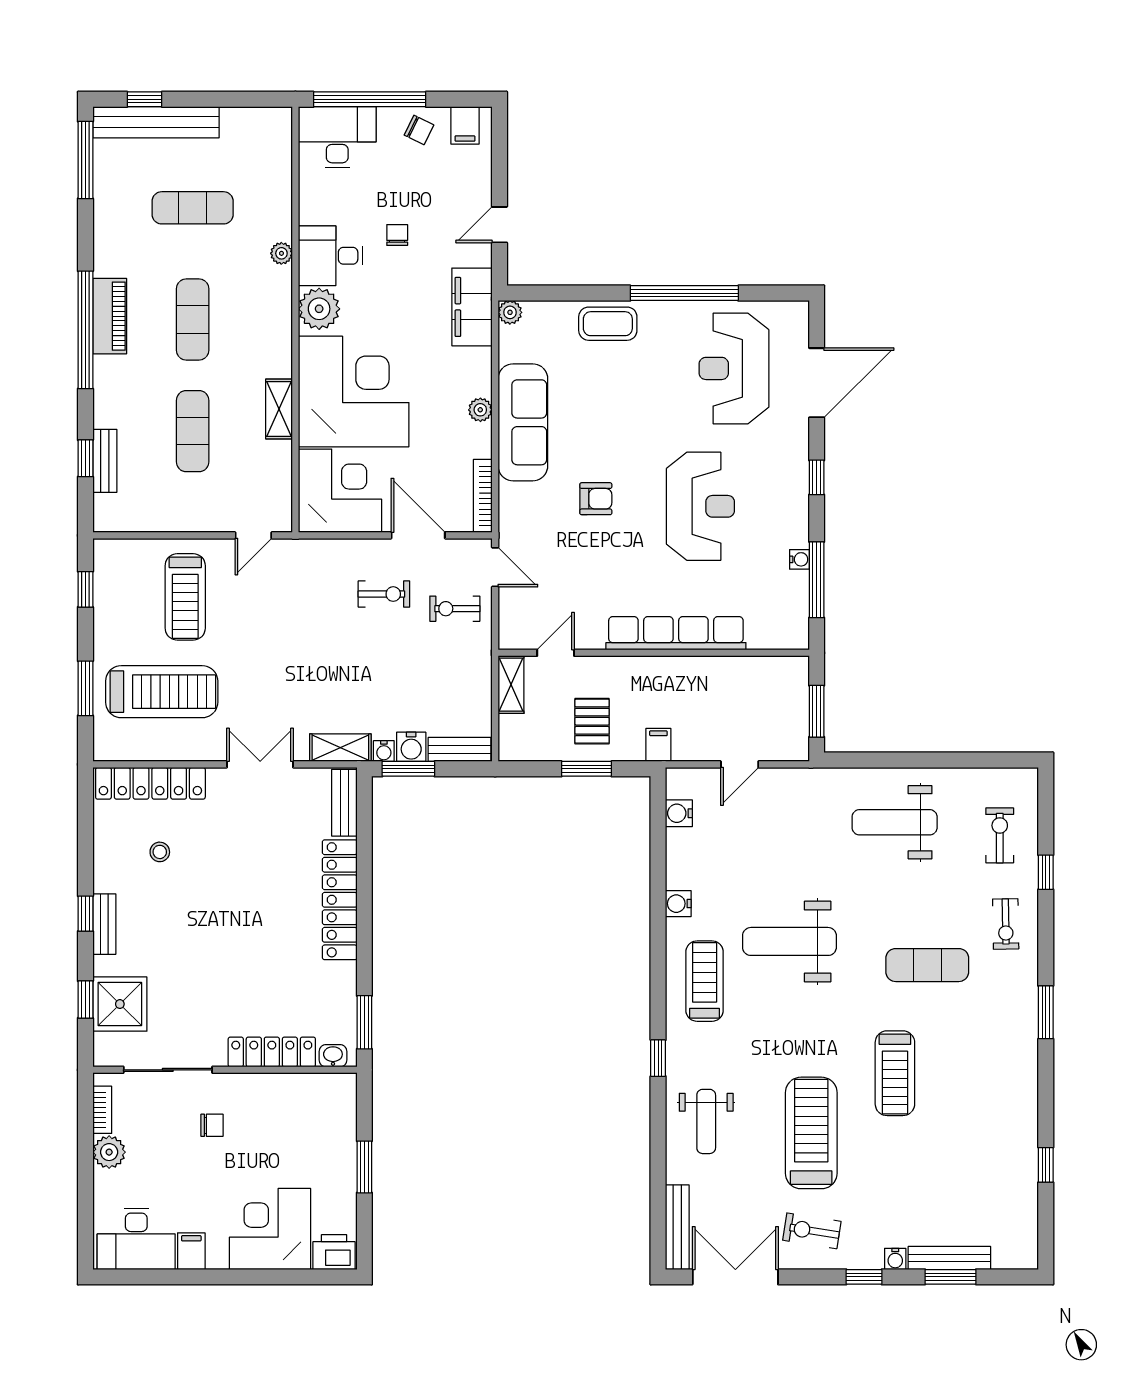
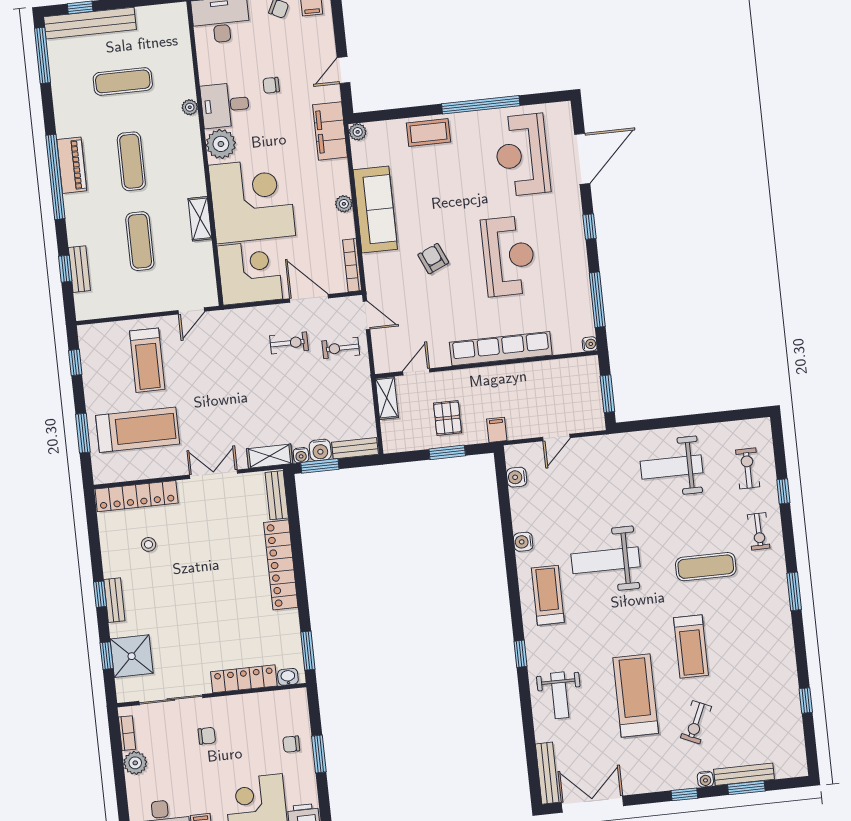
chair: (397, 235) -> (271, 85), turned -90
armchair: (596, 499) -> (433, 259), turned -114
water cooler: (799, 559) -> (590, 344), moved
chair: (328, 1149) -> (291, 744), added
exercise bike: (812, 1231) -> (696, 722), moved, turned -75

